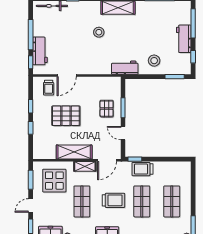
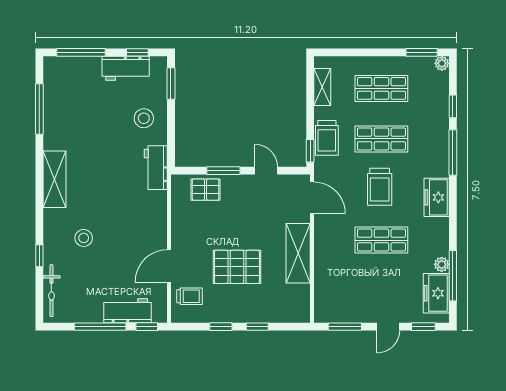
stool: (99, 32) -> (84, 238), moved
workbench: (184, 39) -> (126, 68), moved
door: (67, 76) -> (169, 266), swing flipped
pallet: (107, 109) -> (205, 190), moved
pallet: (66, 116) -> (237, 267), turned 90
door: (123, 133) -> (266, 171), swing flipped
shelving: (85, 166) -> (322, 87), moved
display table: (54, 181) -> (346, 287), removed
trolley: (113, 200) -> (380, 187), turned 180
door: (31, 205) -> (388, 327), hinge flipped

